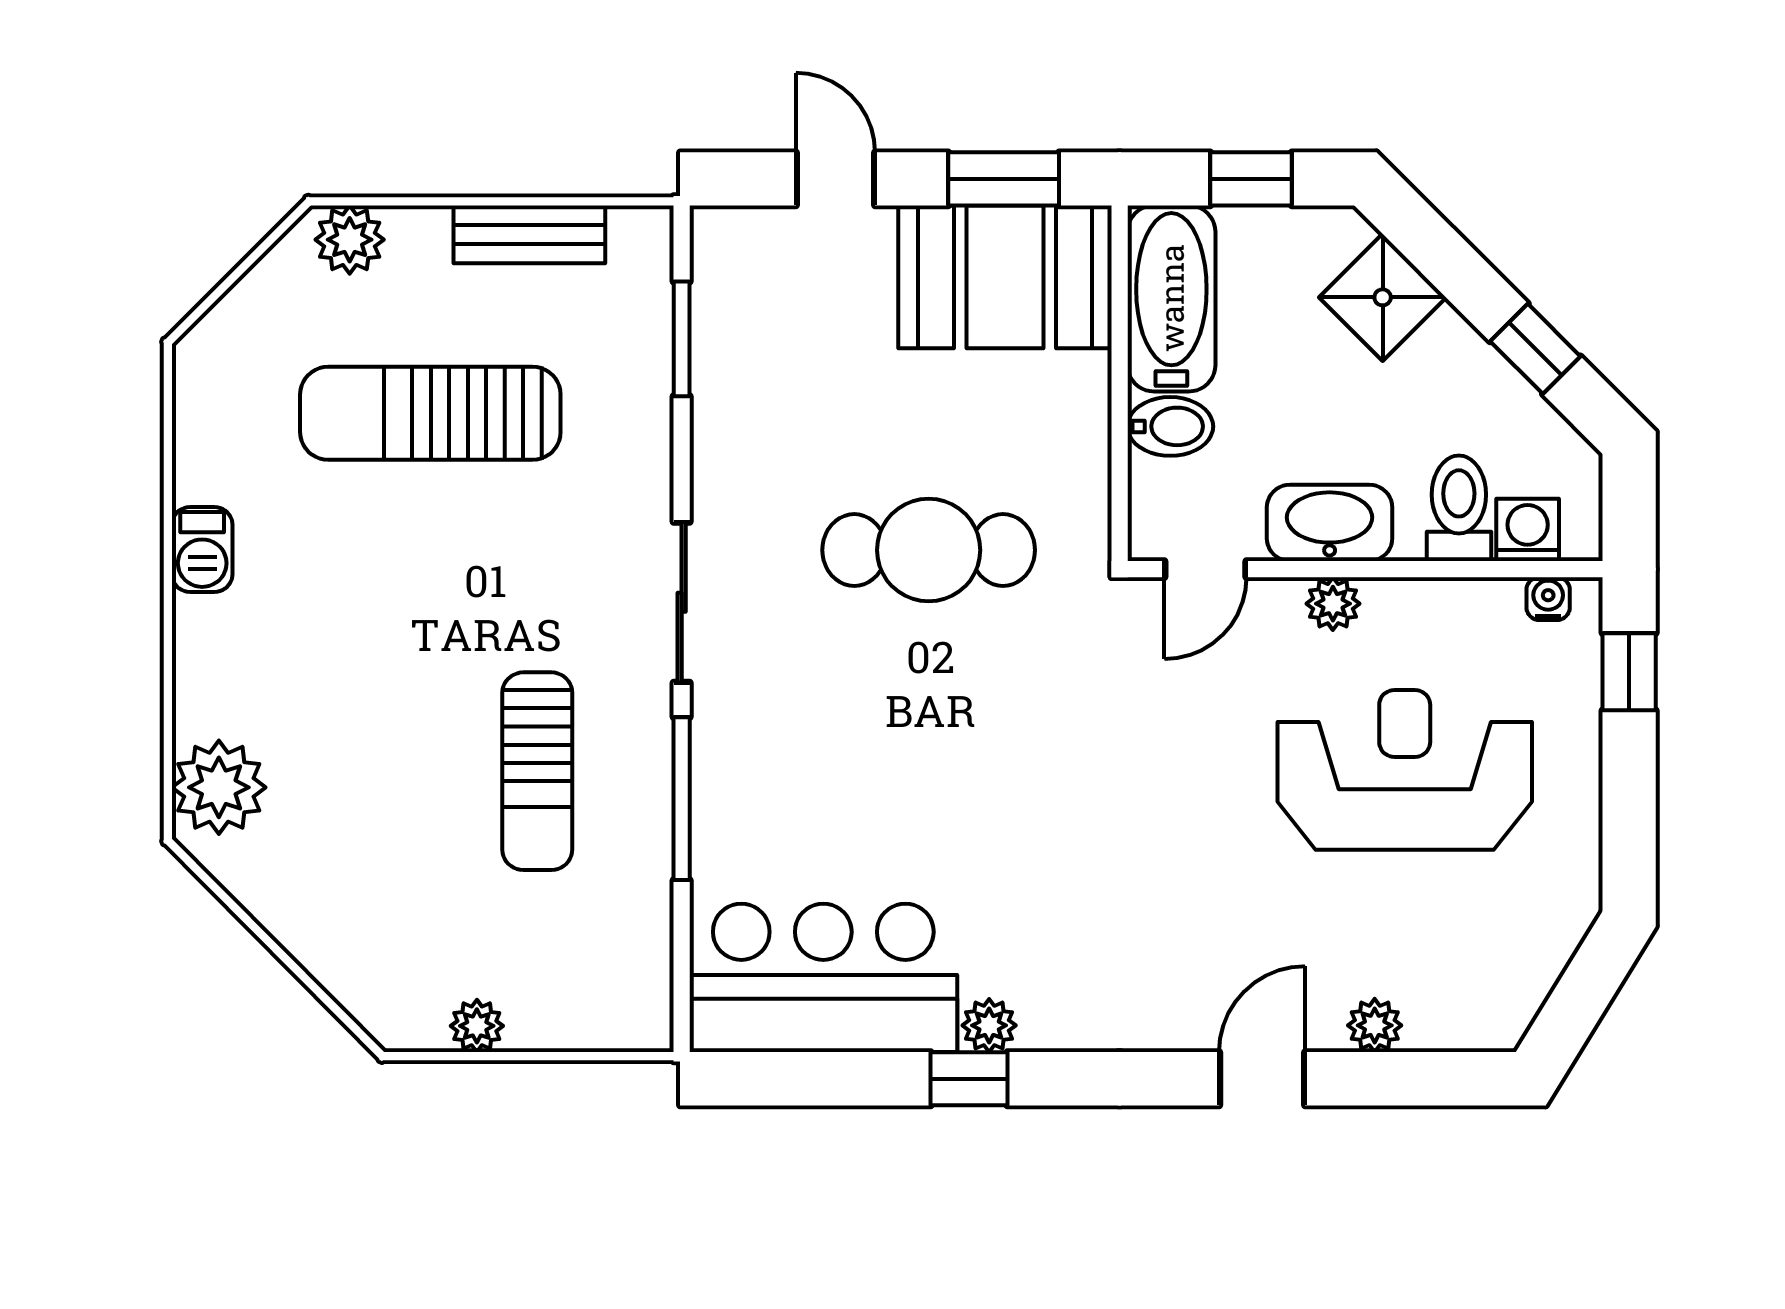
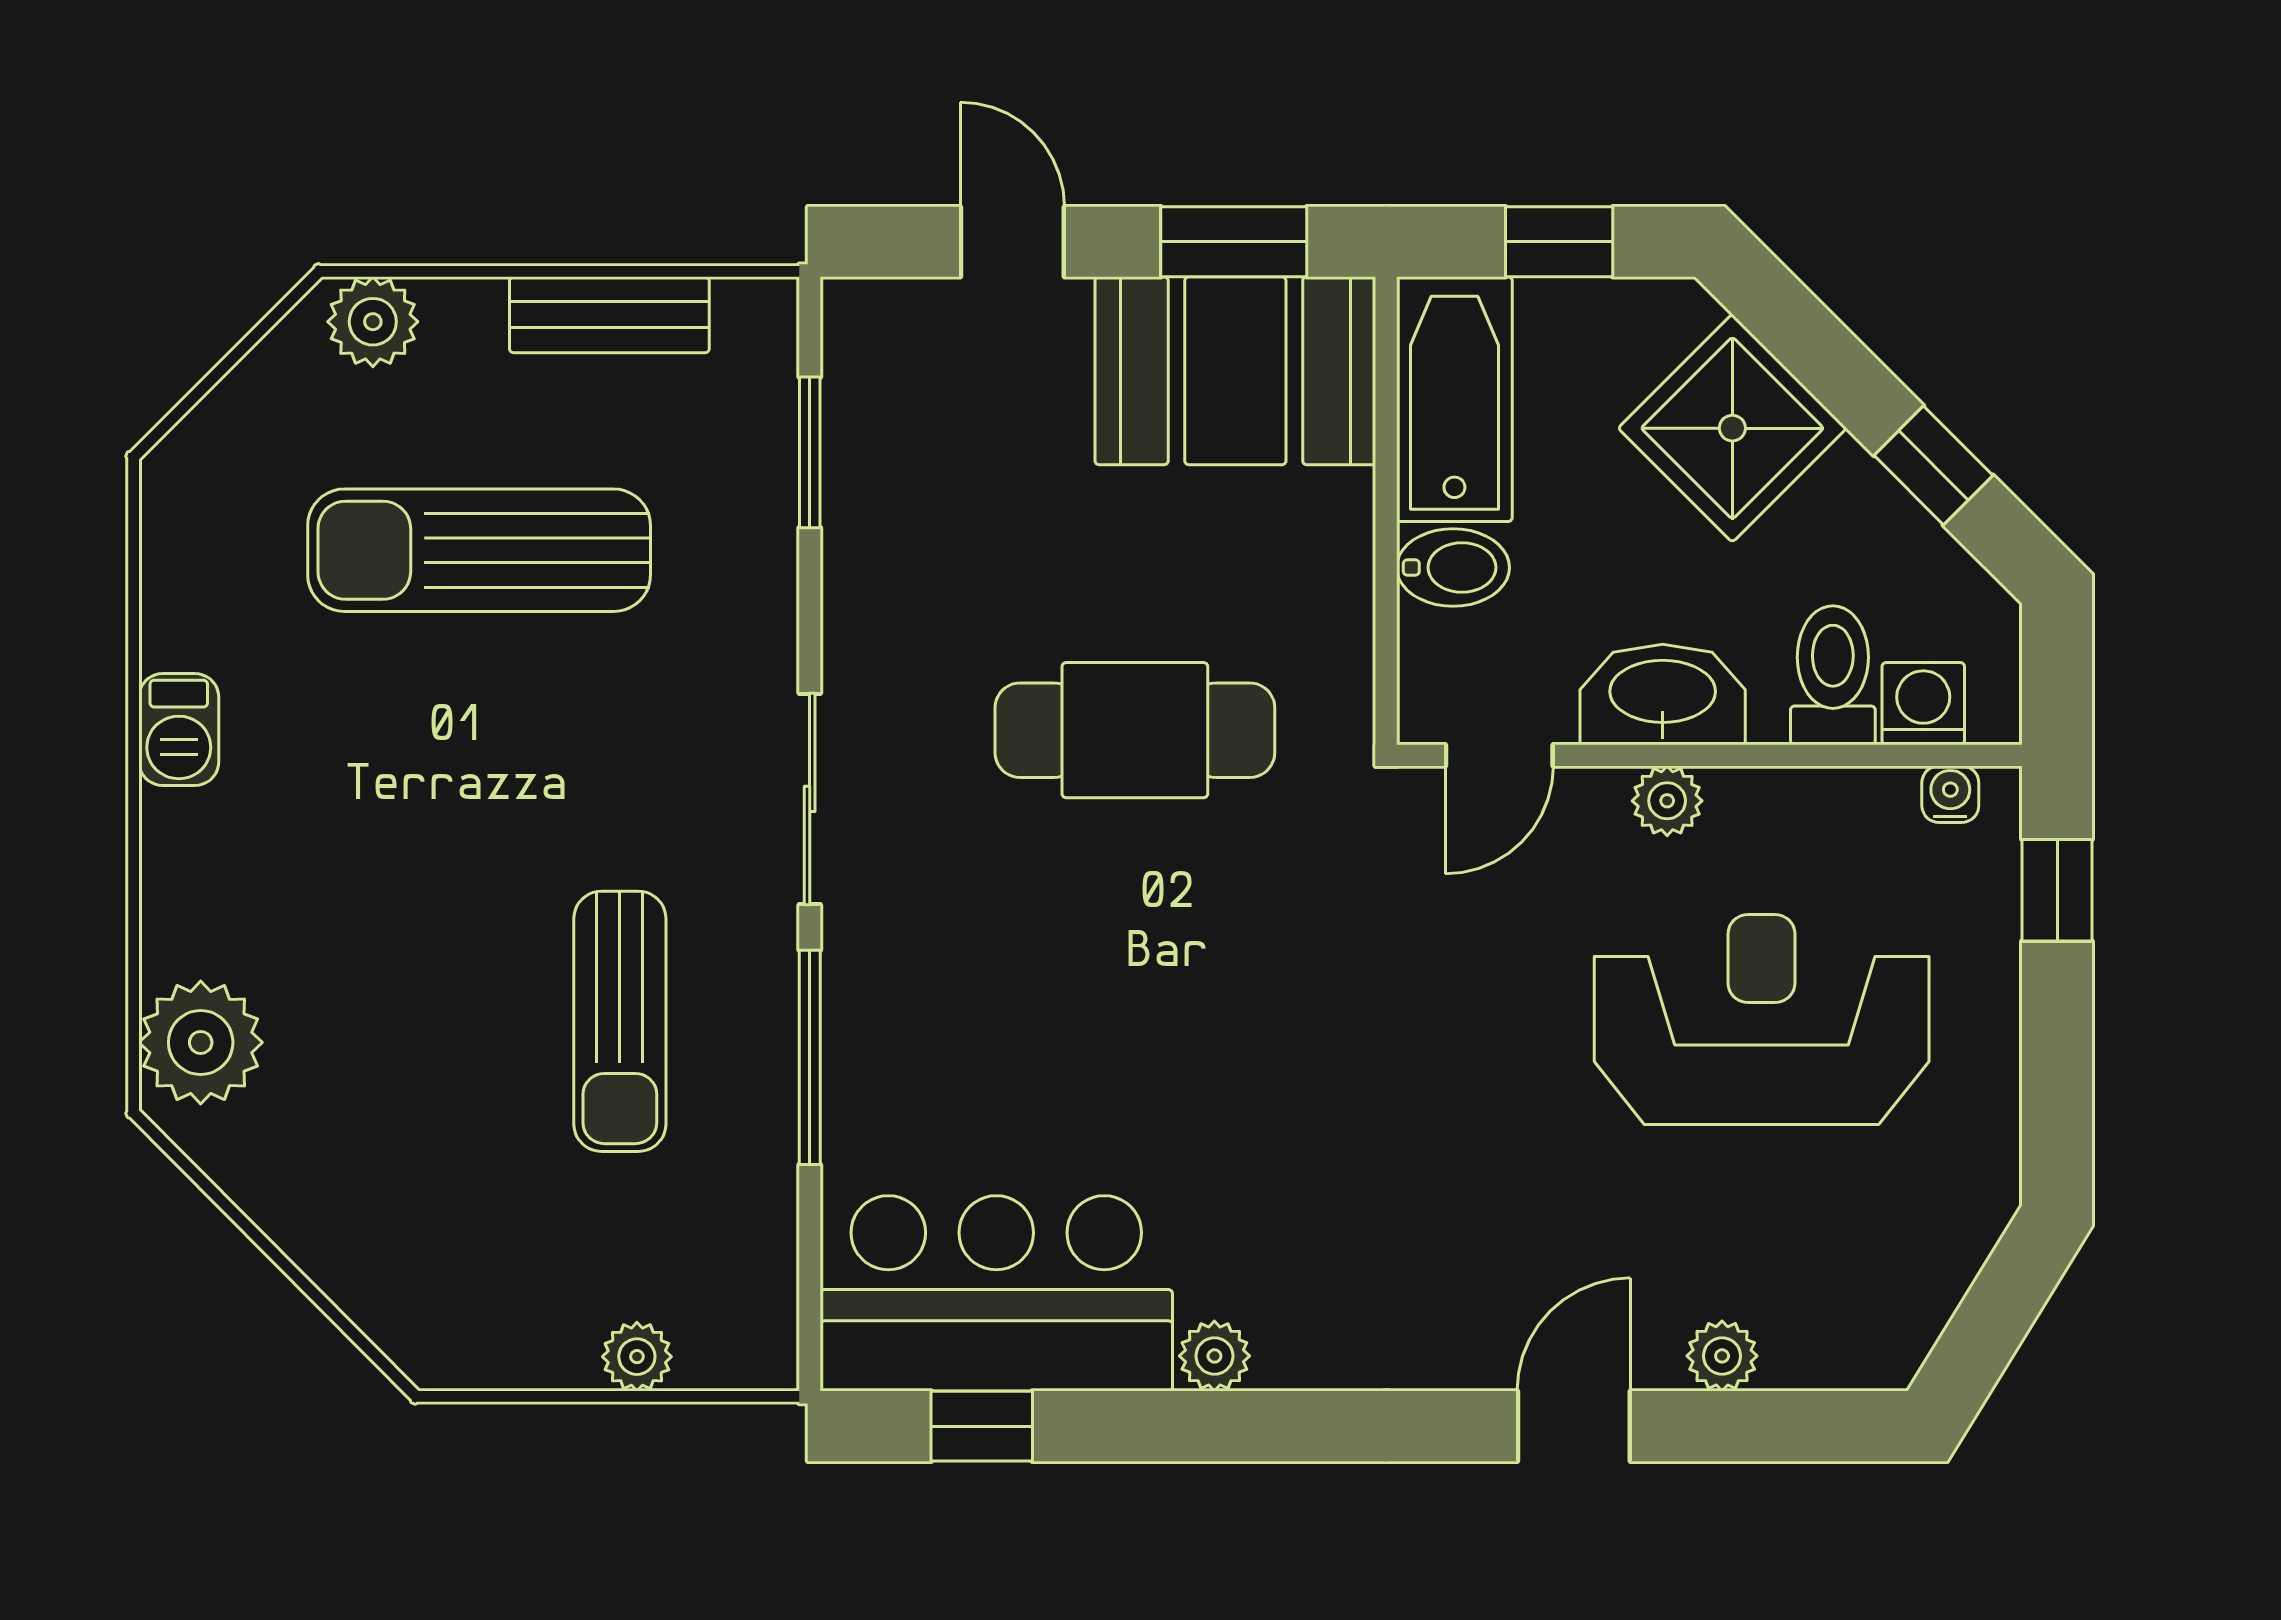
shower: (1383, 297) -> (1732, 428), width x1.36, depth x1.36
plant: (477, 1026) -> (637, 1357), moved
window: (969, 1079) -> (982, 1426), moved

